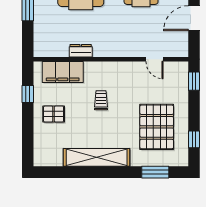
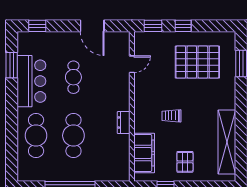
dresser: (81, 51) -> (124, 123), moved
window: (194, 139) -> (183, 26), moved
shelving: (97, 157) -> (227, 142), moved

